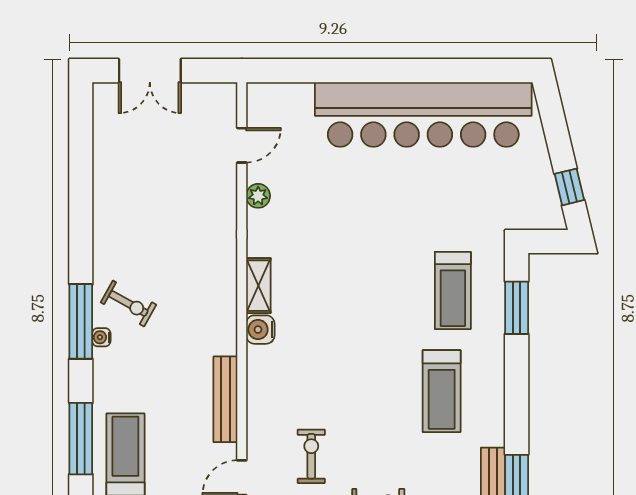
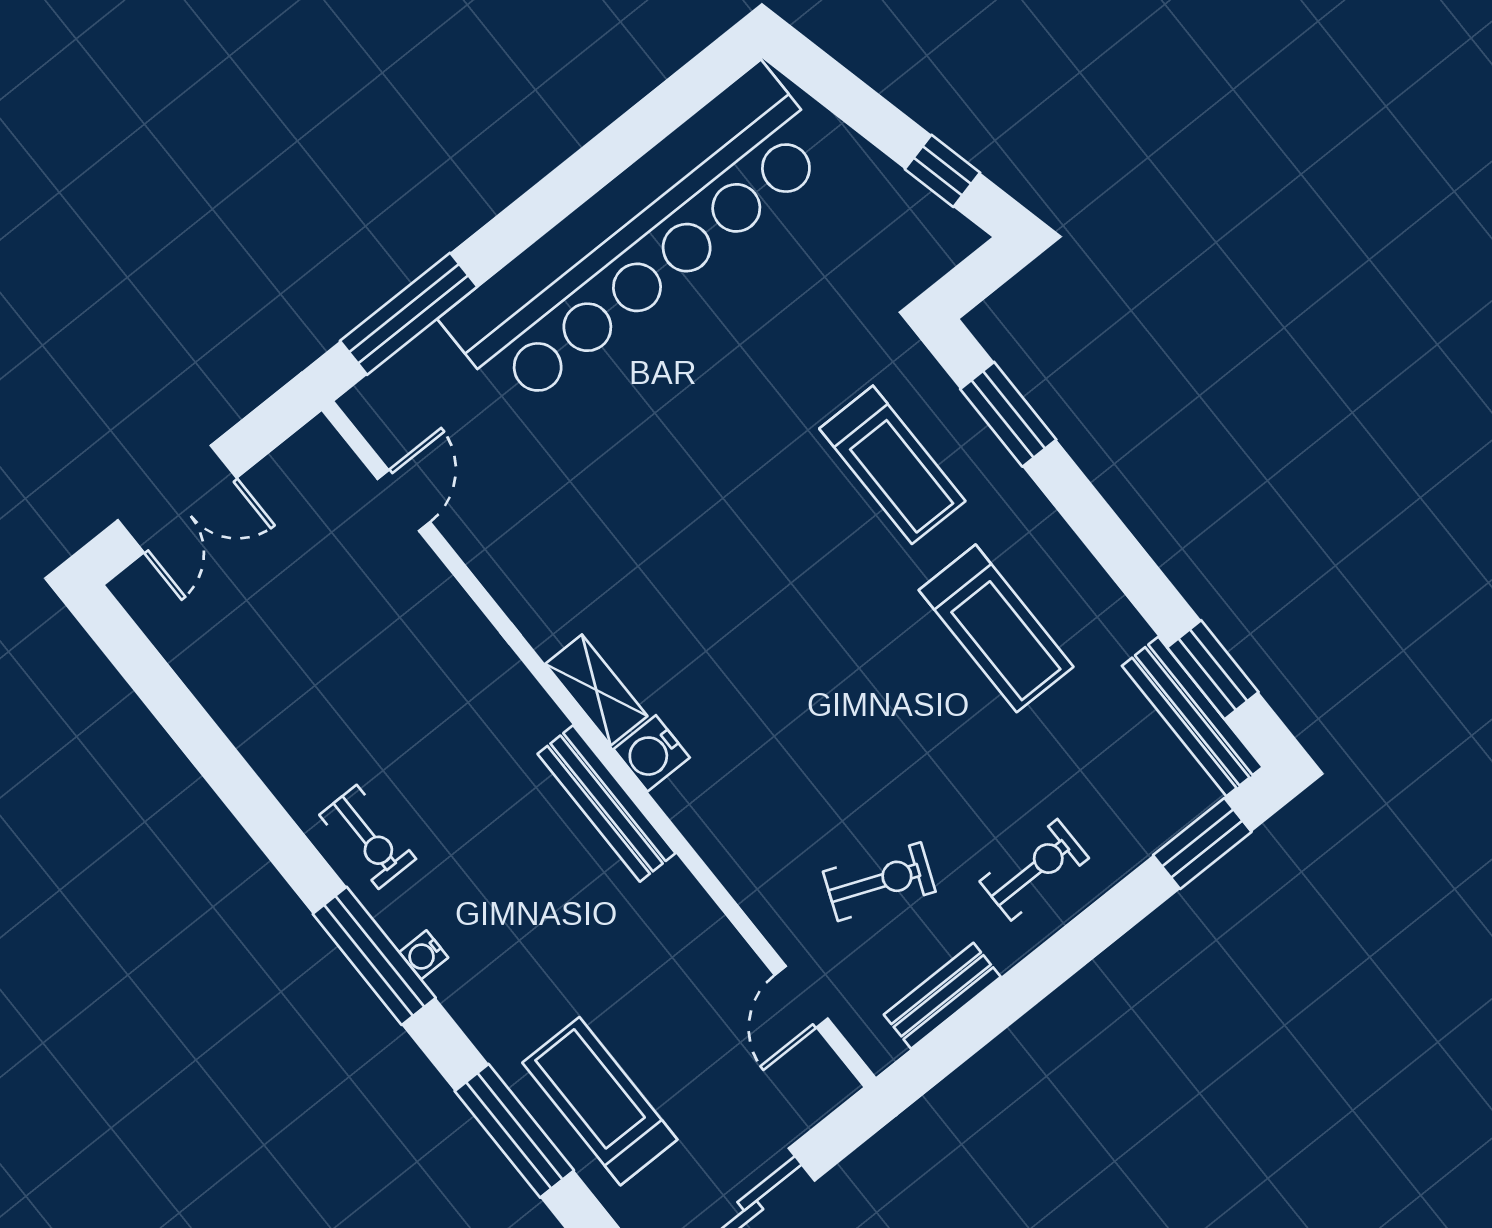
window: (305, 71) -> (409, 314), added
plant: (258, 196) -> (489, 557), removed
exercise bike: (128, 303) -> (368, 837), moved, turned 61
bench: (225, 399) -> (607, 803), moved
exercise bike: (311, 456) -> (879, 882), turned 112

